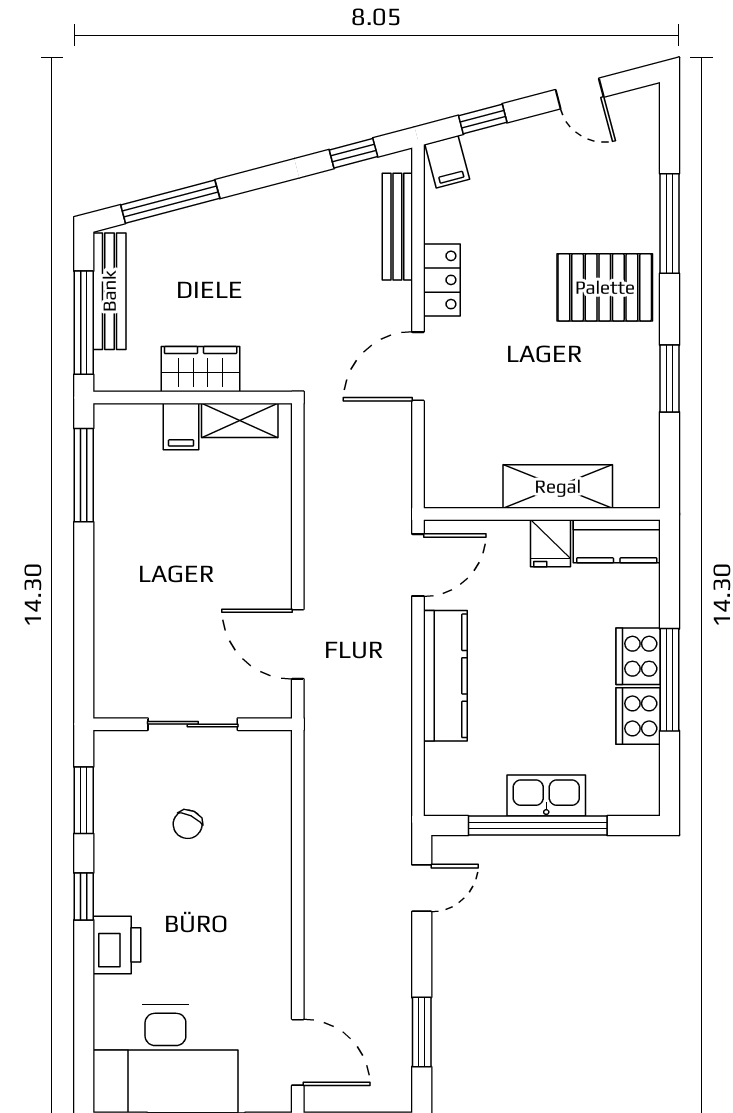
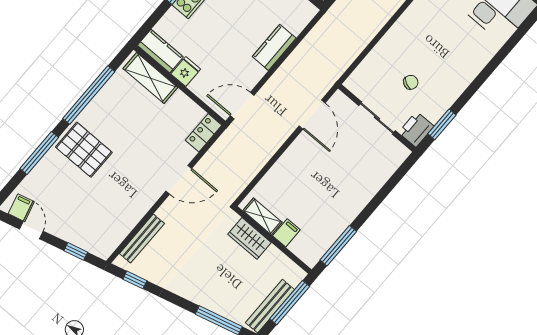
filing cabinet: (447, 162) -> (20, 207), moved
locker: (442, 280) -> (204, 133), moved
wardrobe: (201, 369) -> (249, 238), moved
window: (669, 378) -> (89, 95), width x2.11
shelving: (558, 486) -> (150, 78), moved
kitchen counter: (445, 676) -> (274, 47), width x0.67
window: (84, 896) -> (473, 88), removed
printer: (117, 945) -> (416, 129), moved

